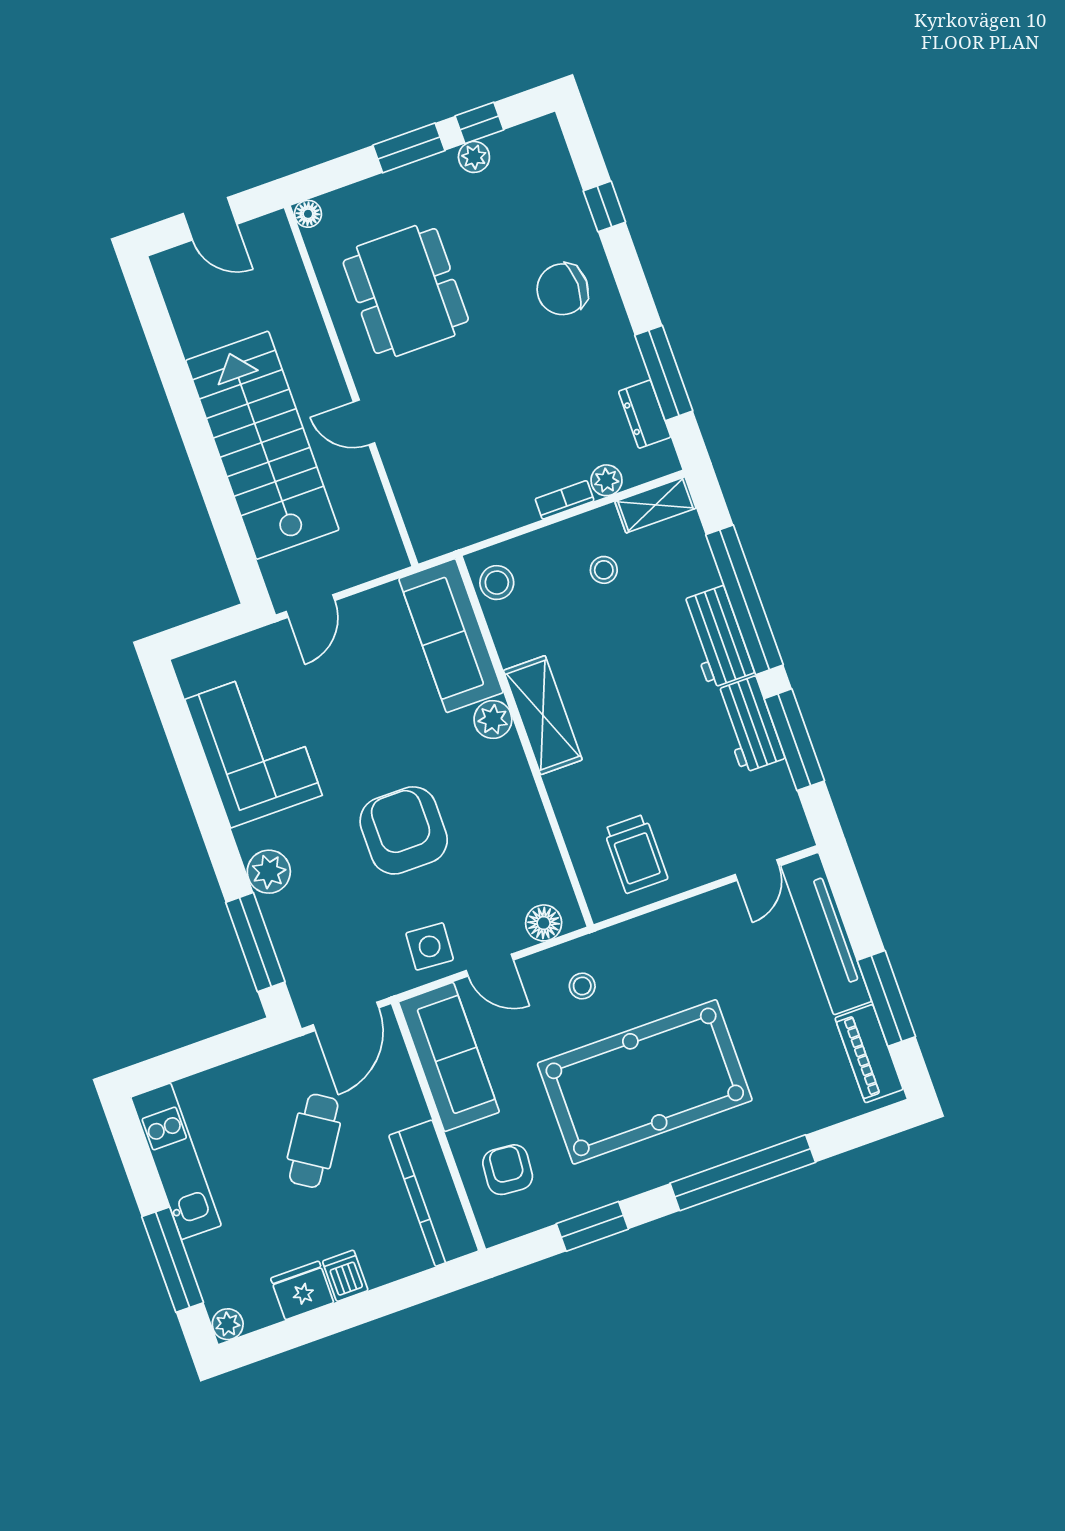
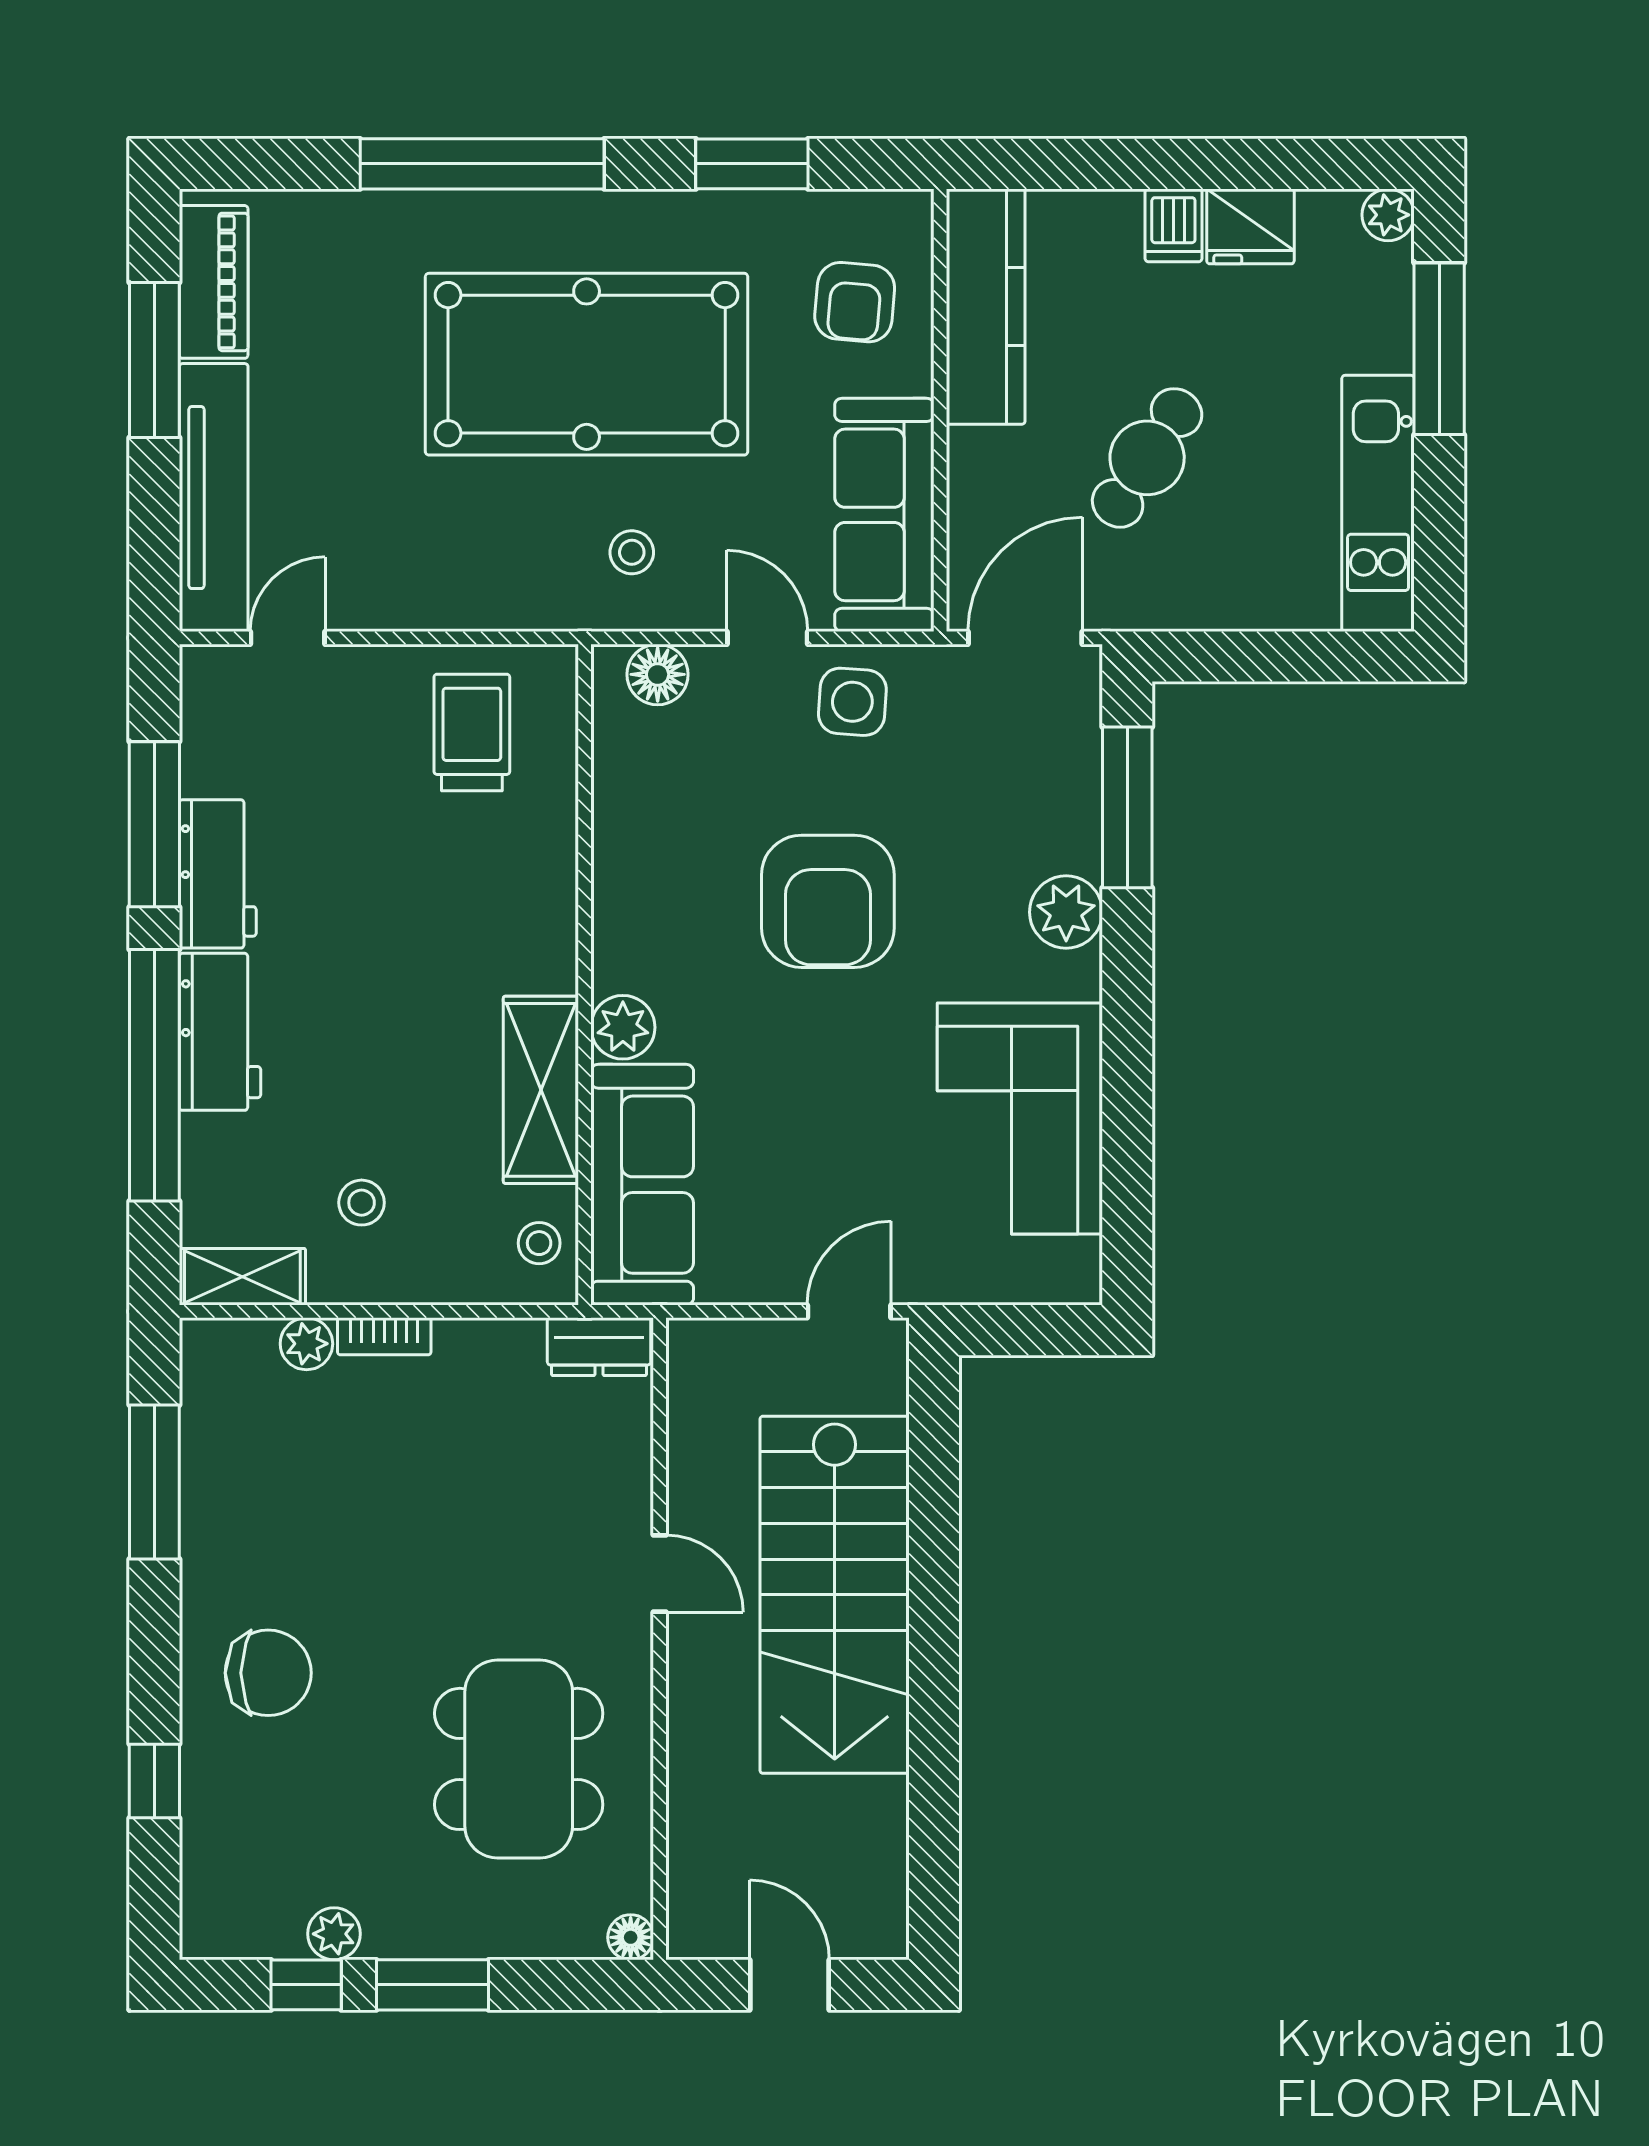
dresser: (645, 414) -> (599, 1347), moved, turned 90
stool: (497, 583) -> (539, 1243), width x0.73, depth x0.73
shelving: (543, 715) -> (541, 1090), moved

